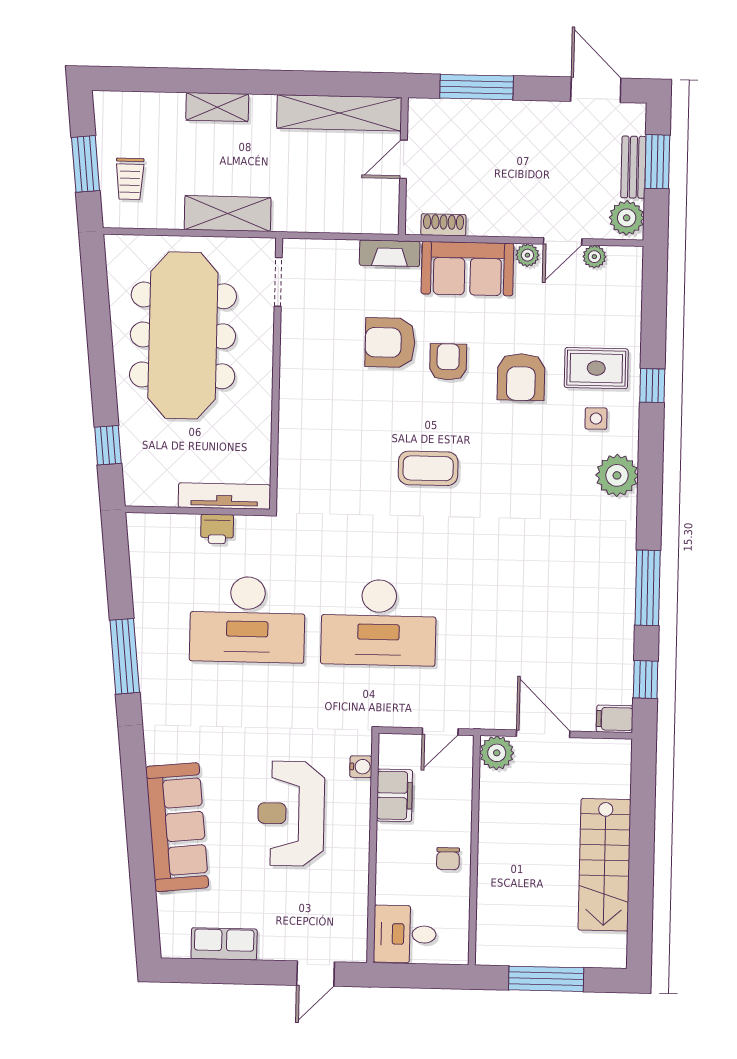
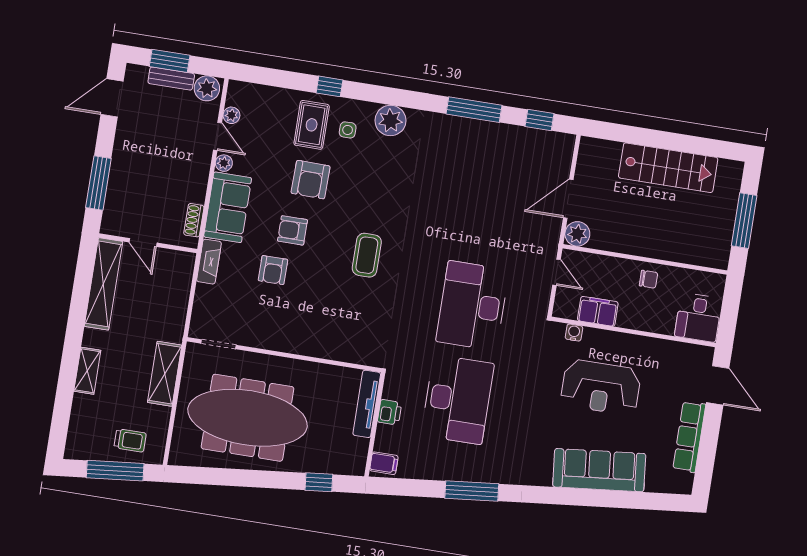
window: (86, 164) -> (115, 471), width x1.44
armchair: (390, 343) -> (273, 270), width x0.72, depth x0.72
armchair: (521, 377) -> (311, 180), turned 91
desk: (379, 623) -> (472, 306), turned 180
filing cabinet: (615, 719) -> (384, 463), moved, turned -90
row of seats: (224, 944) -> (689, 437), width x1.48
door: (316, 974) -> (718, 385), width x1.38

